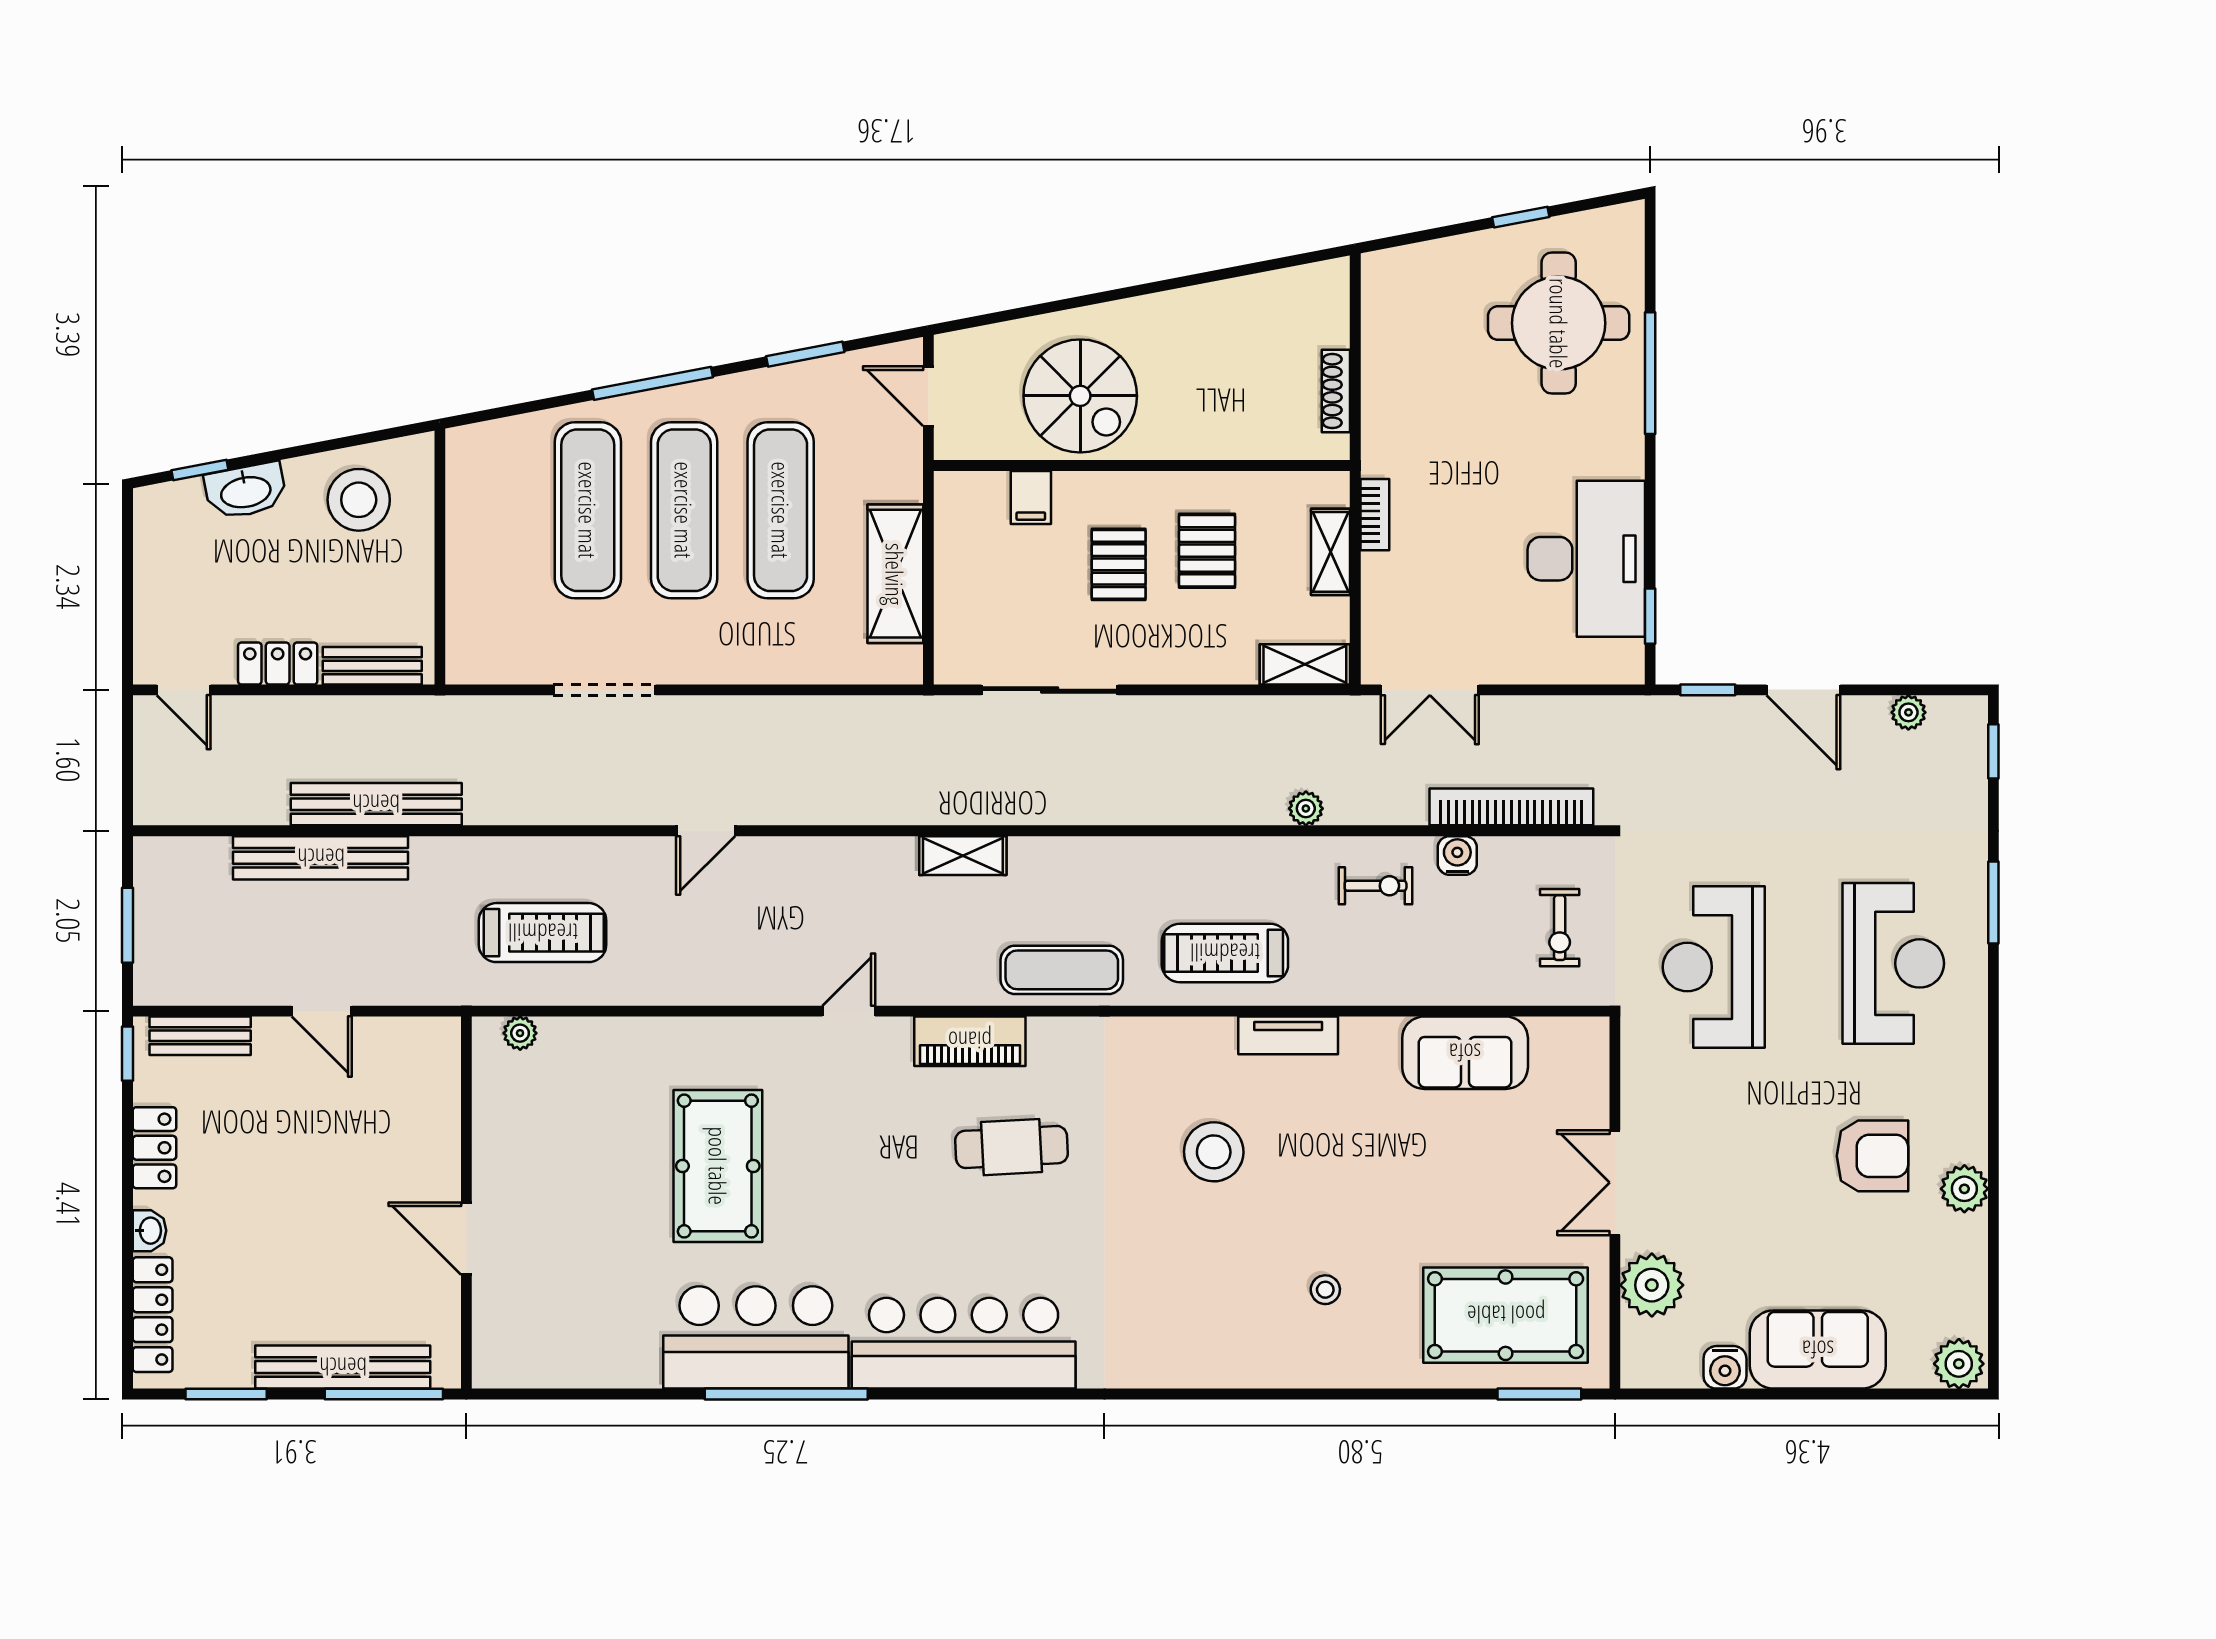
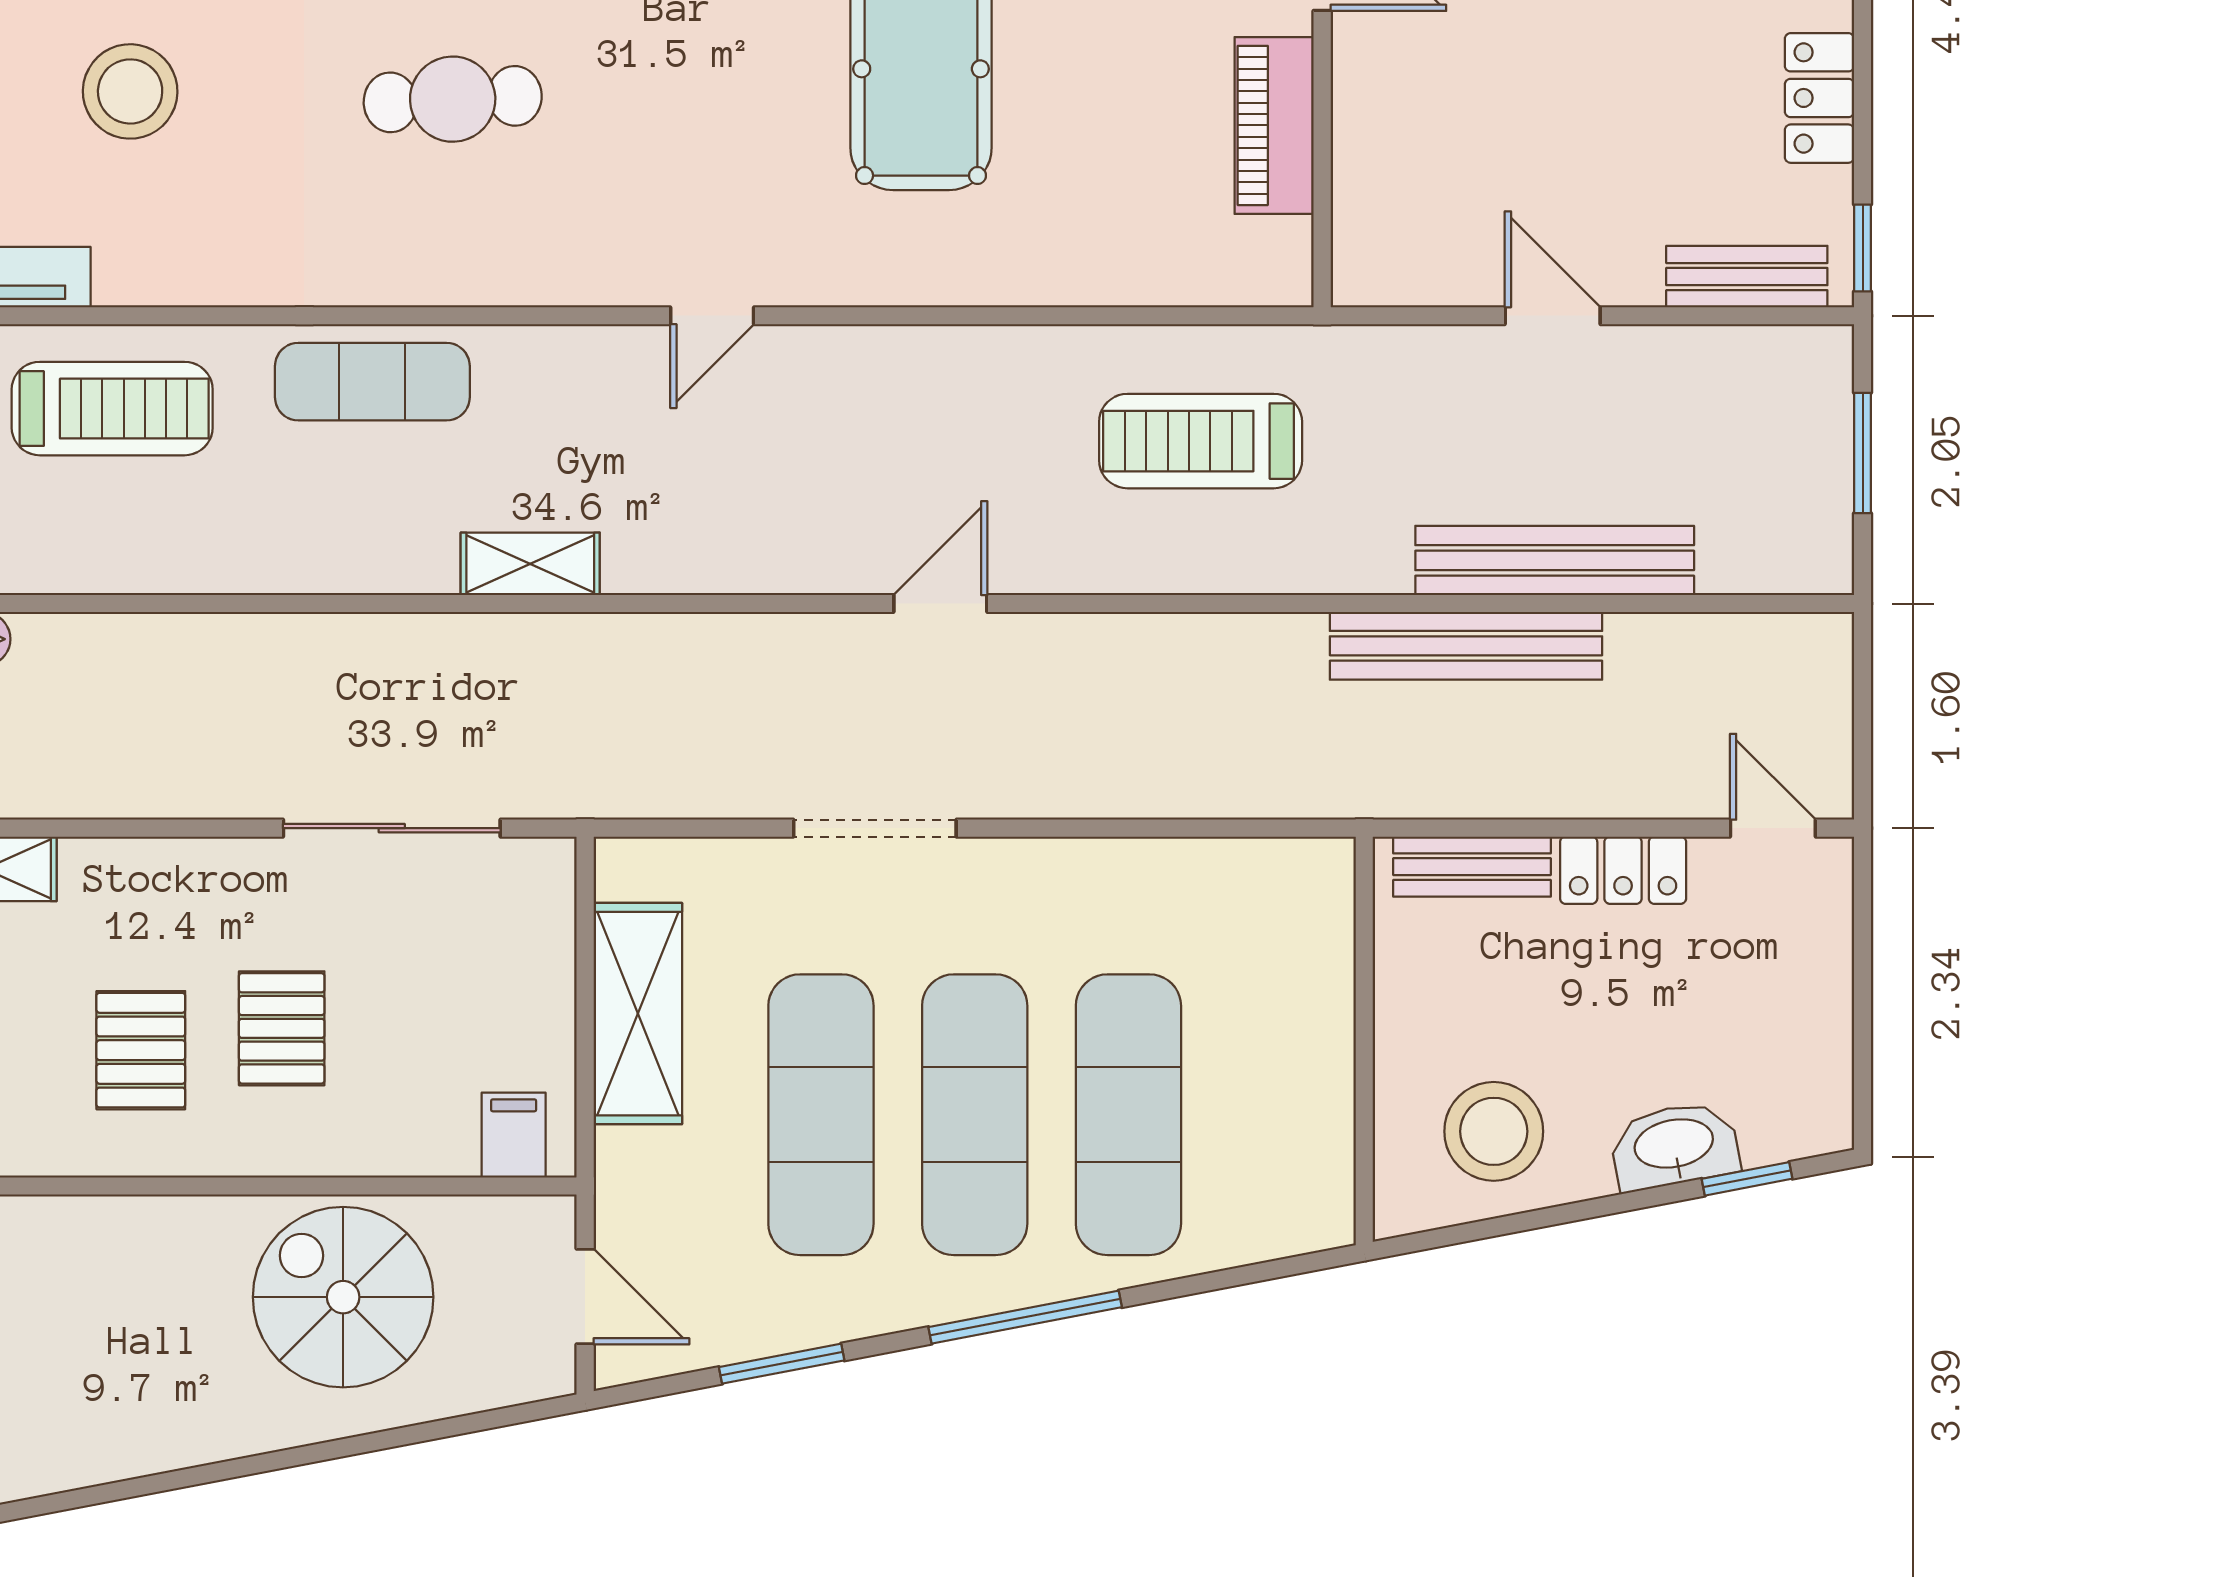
filing cabinet: (1031, 497) -> (514, 1135), moved
doorway: (604, 690) -> (875, 828), moved
plant: (520, 1033) -> (1236, 281), removed
piano: (970, 1041) -> (1274, 125), moved, turned -90

